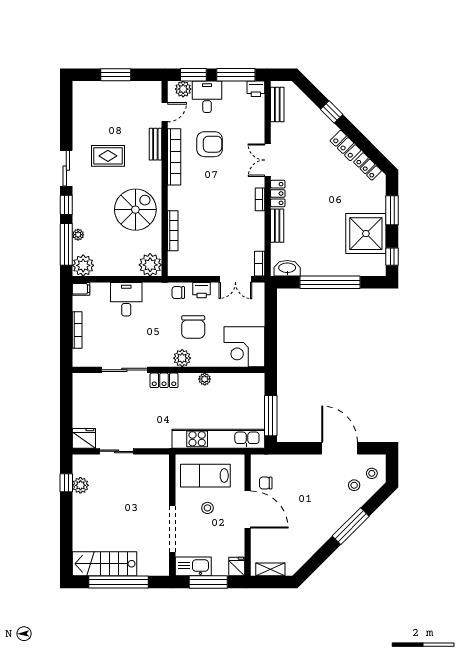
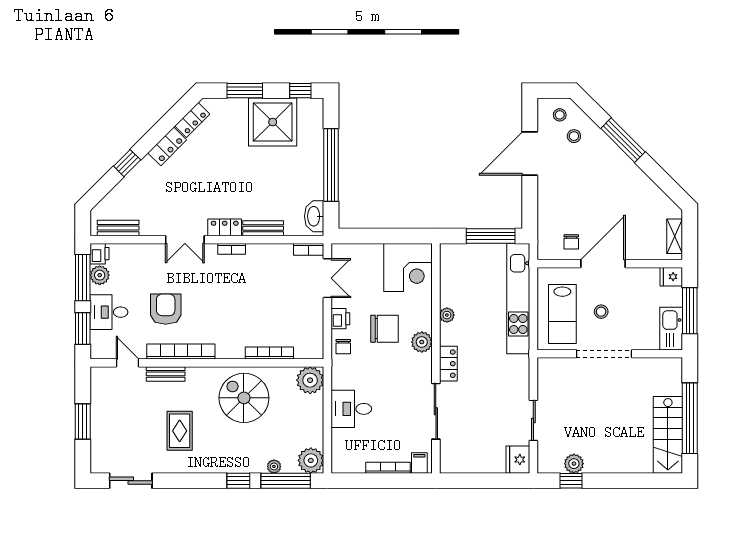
plant: (183, 89) -> (100, 275), moved
sliding door: (66, 168) -> (131, 481), moved
filing cabinet: (81, 289) -> (419, 463), moved
doorway: (172, 529) -> (604, 354), moved

